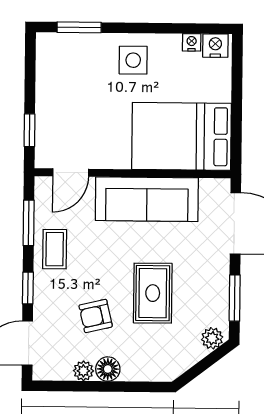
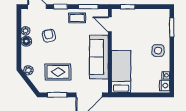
bed: (182, 136) -> (121, 71), width x0.67
rug: (153, 293) -> (58, 72), moved
plant: (212, 338) -> (28, 70), moved

